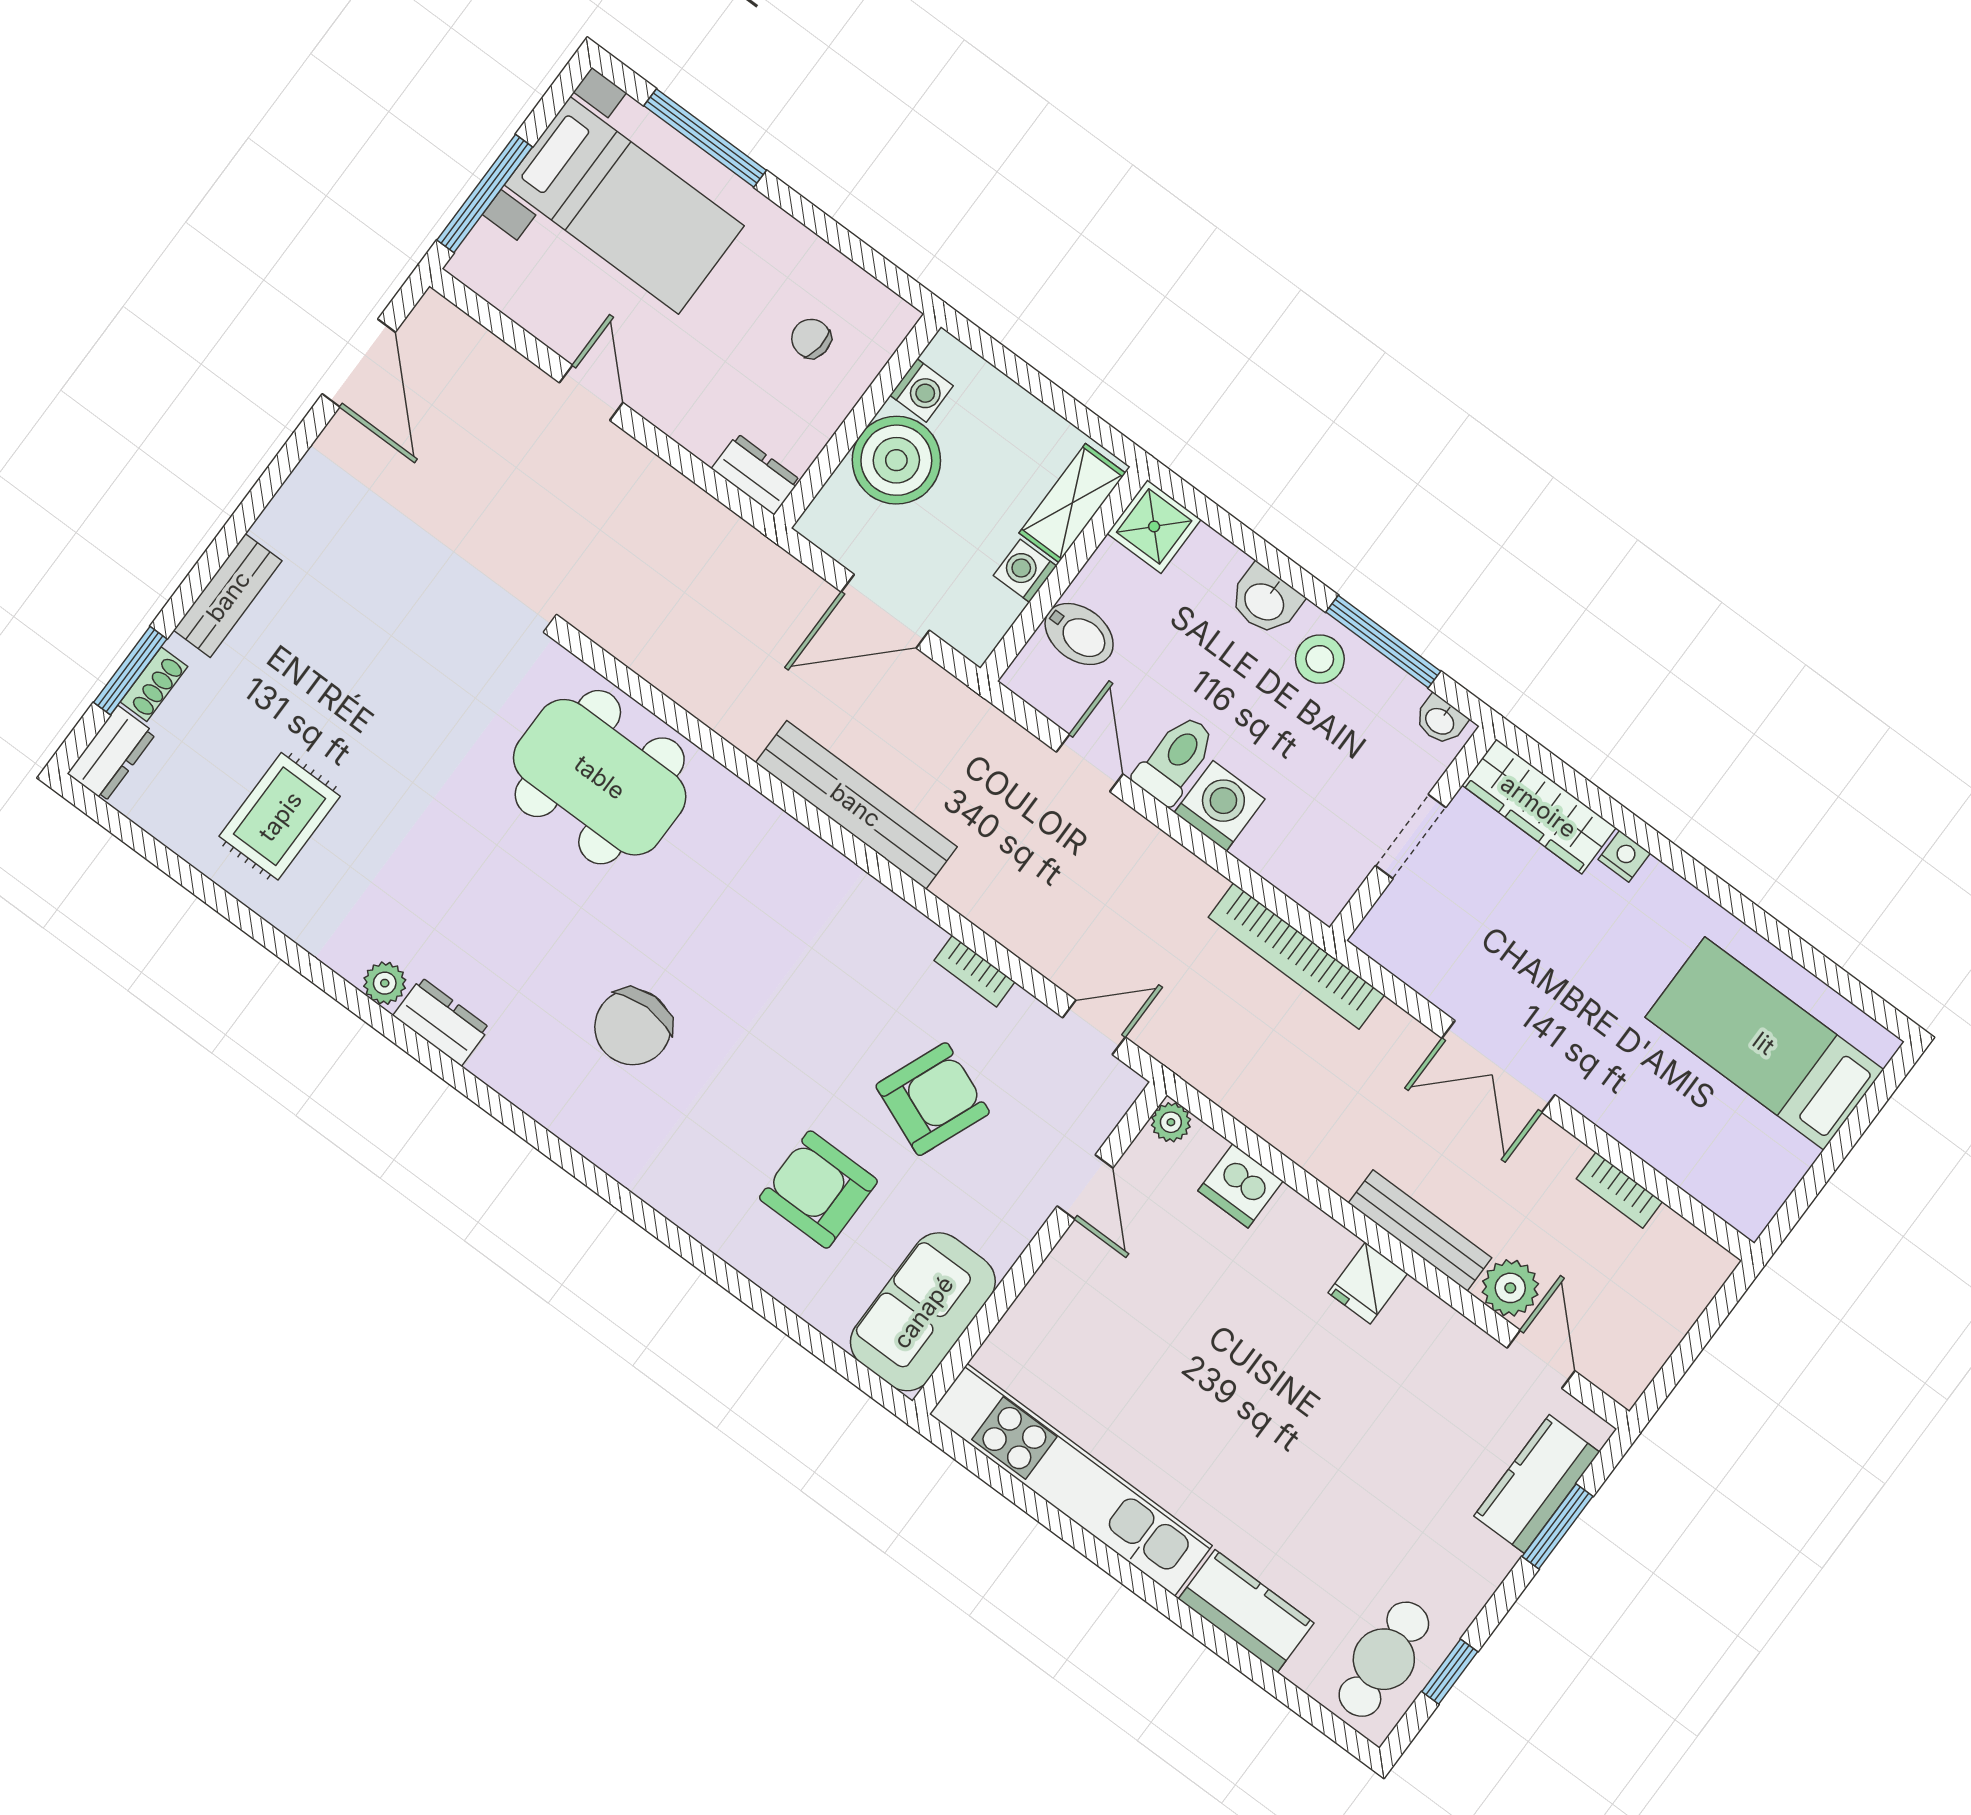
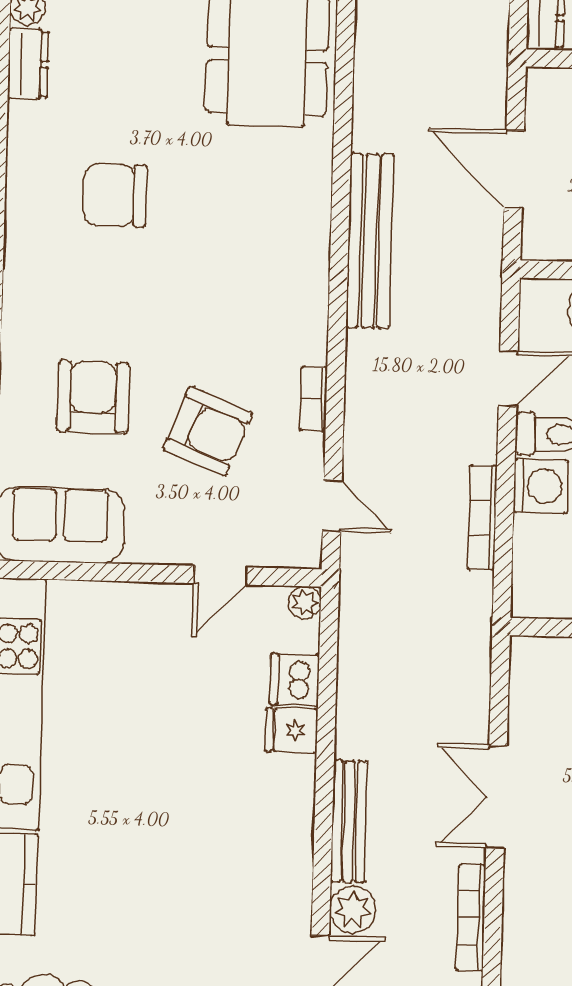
bookcase: (1296, 956) -> (482, 518), moved, width x0.68, depth x0.76
bookcase: (1619, 1190) -> (471, 918), width x1.56
fridge: (1368, 1283) -> (291, 730), moved

